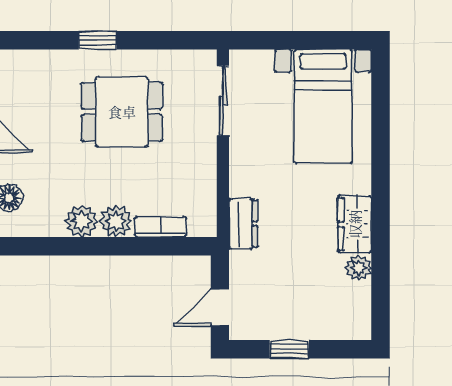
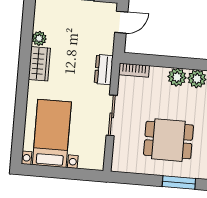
window: (98, 40) -> (179, 183), width x1.50
sliding door: (223, 101) -> (112, 115), moved
bookcase: (160, 227) -> (134, 70), moved

